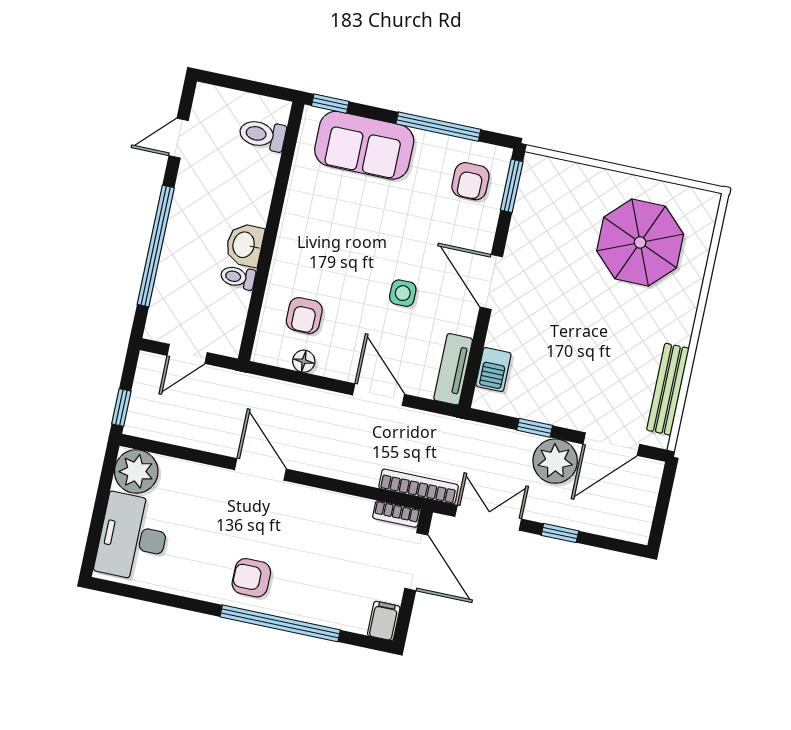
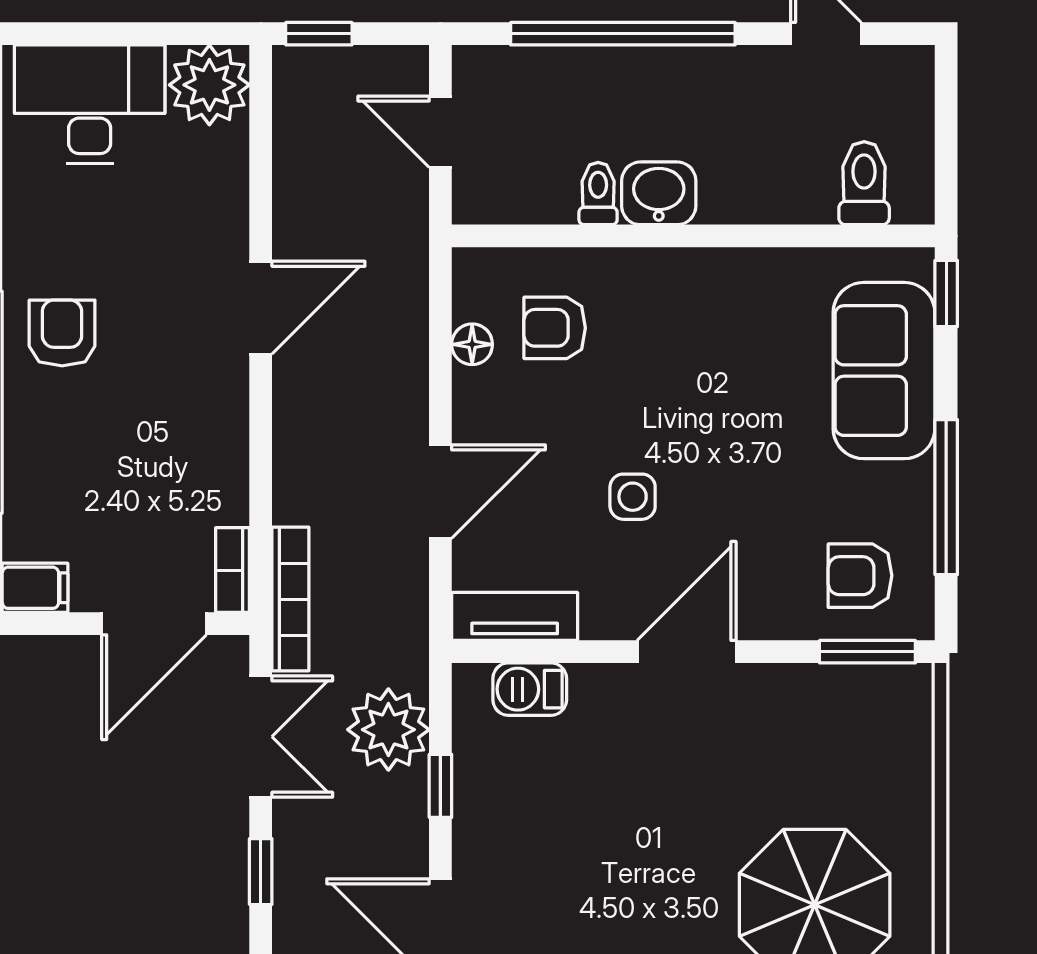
plant: (555, 461) -> (388, 730), moved

